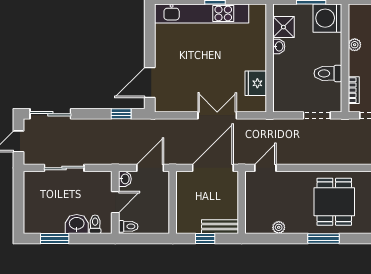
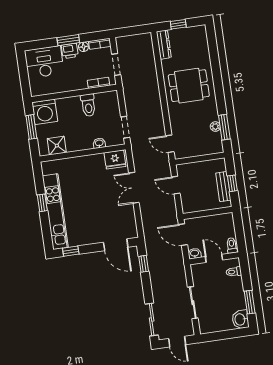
window: (150, 26) -> (71, 251), added
plant: (355, 45) -> (63, 87), removed
washbasin: (279, 46) -> (99, 143), moved
fridge: (256, 83) -> (115, 160), moved
doorway: (317, 115) -> (125, 127), moved
door: (213, 168) -> (176, 185), width x0.53
washbasin: (77, 224) -> (240, 319), moved
bench: (220, 227) -> (223, 187), moved
window: (324, 238) -> (224, 127), moved

